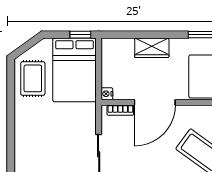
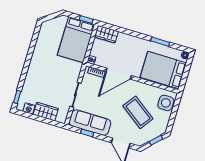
wardrobe: (152, 48) -> (106, 34), moved
rug: (33, 78) -> (50, 37), removed

